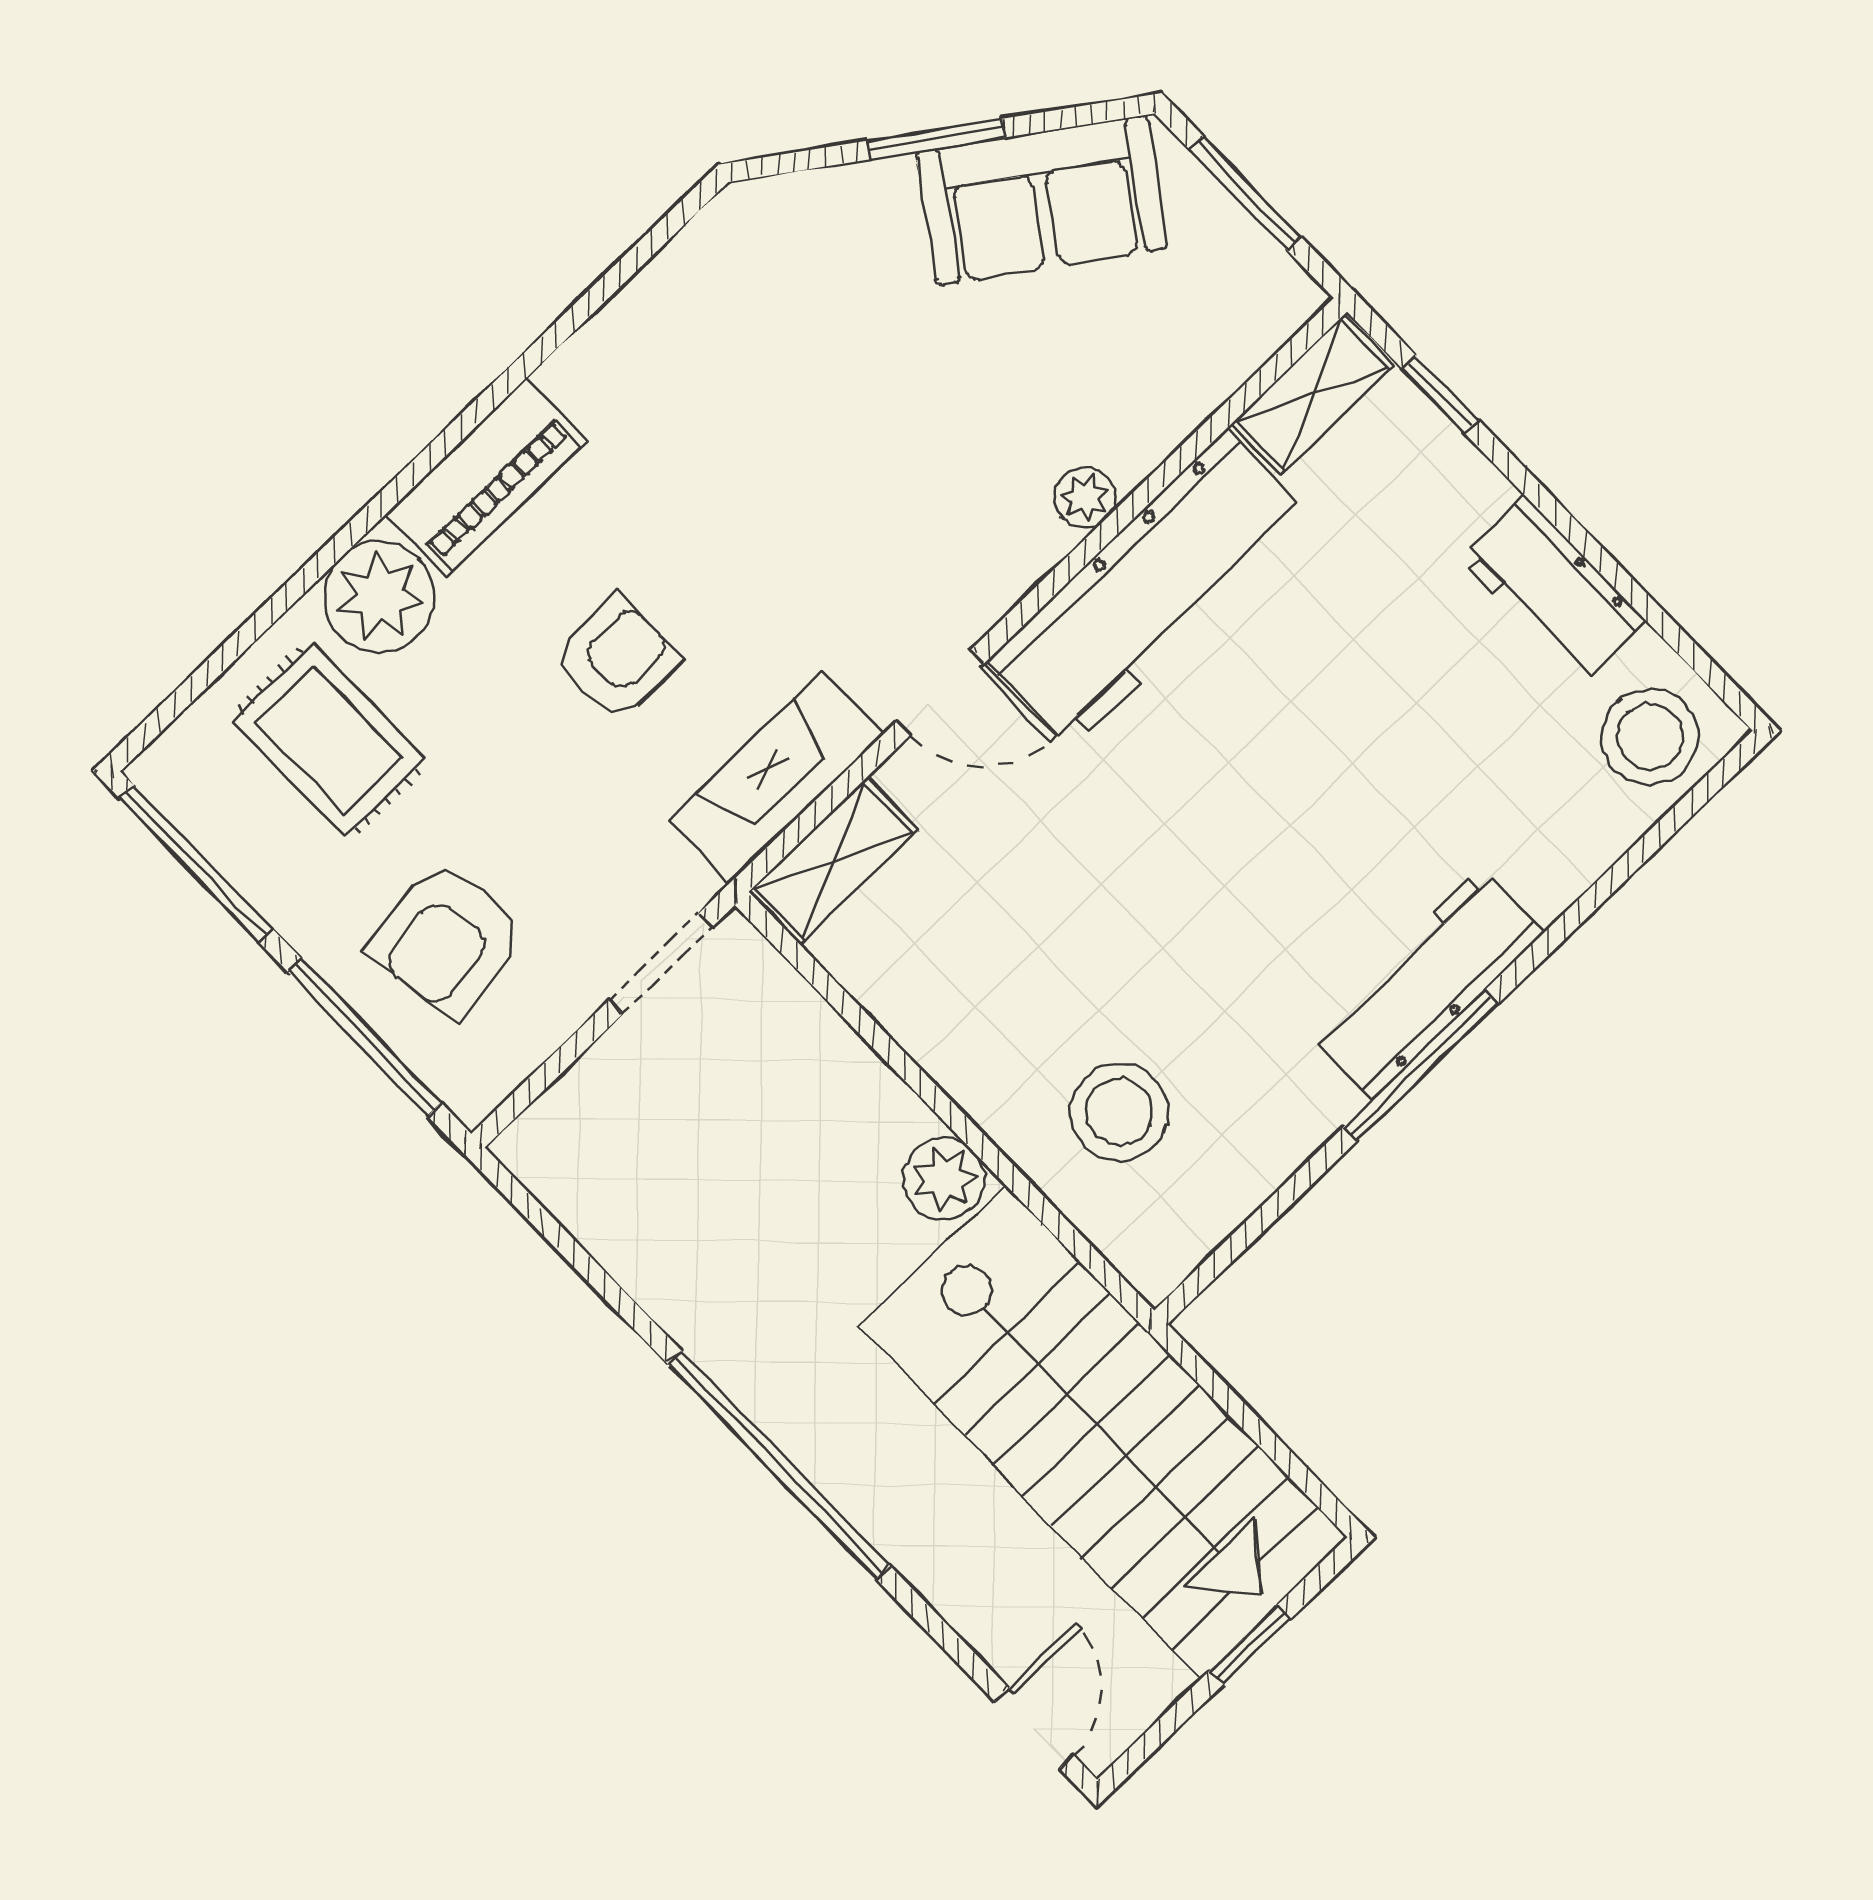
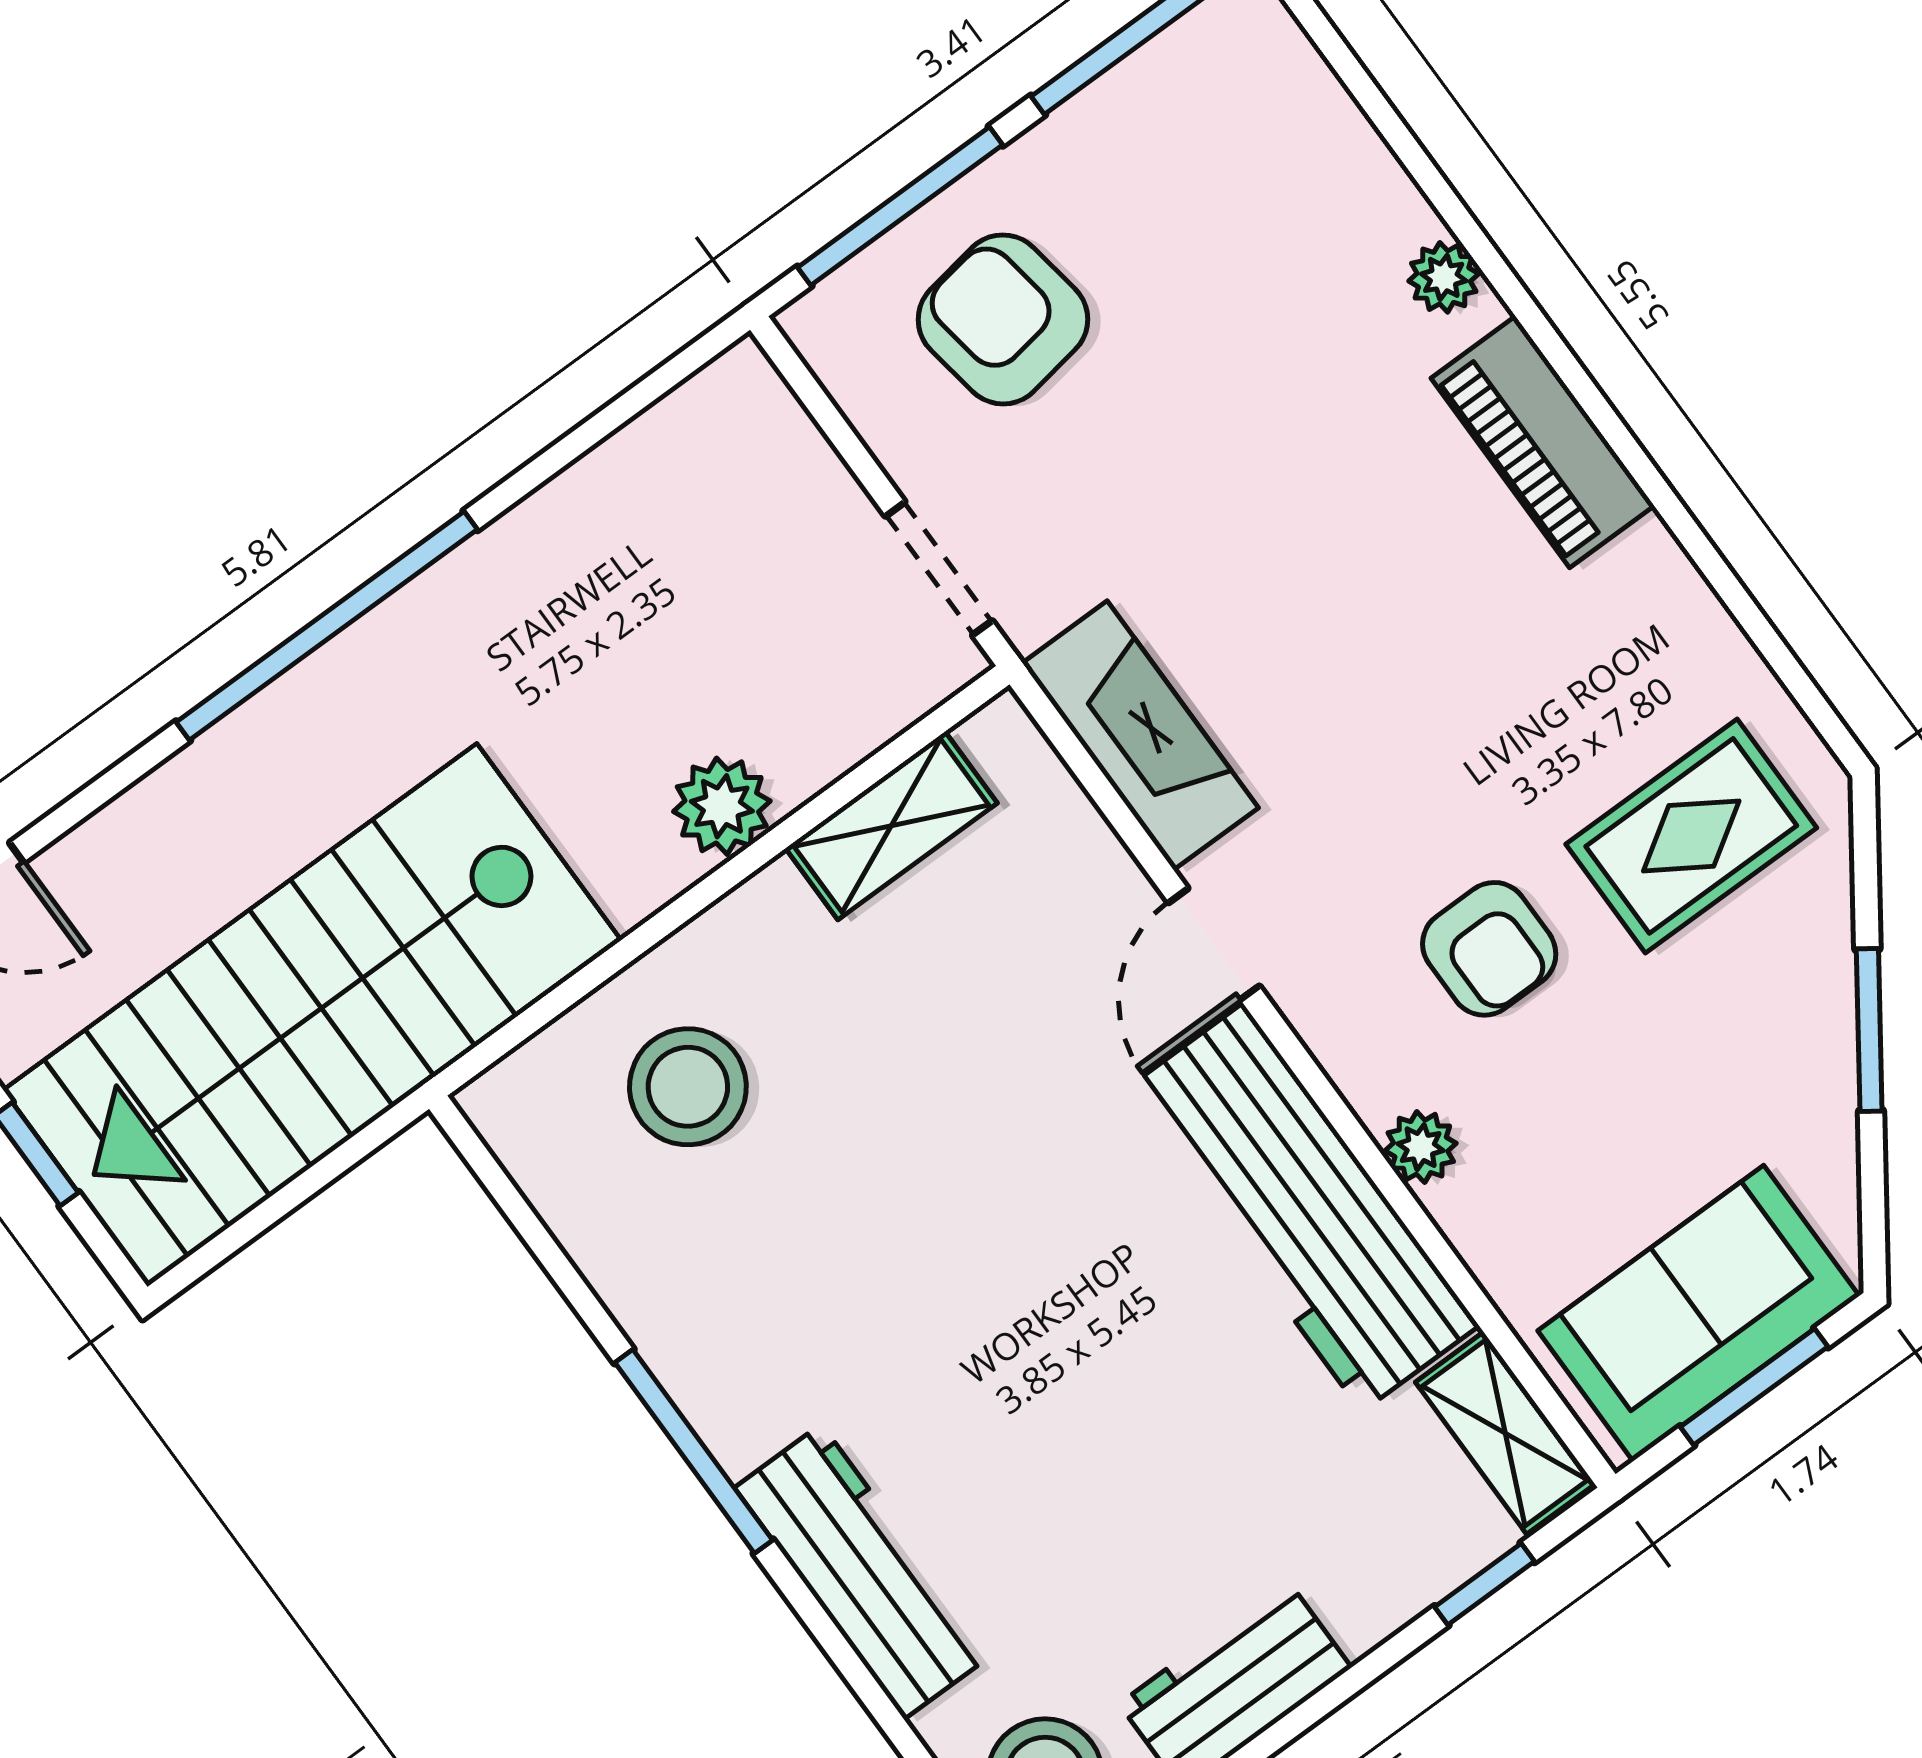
sofa: (1042, 200) -> (1698, 1313), moved, turned 55
plant: (379, 597) -> (1444, 277), width x0.53, depth x0.53
armchair: (617, 659) -> (1489, 949), moved
rug: (329, 740) -> (1691, 836), moved
shelving: (834, 861) -> (891, 826), moved, turned 90
workbench: (1427, 983) -> (863, 1572), moved
plant: (944, 1179) -> (722, 806), moved

